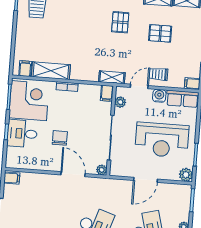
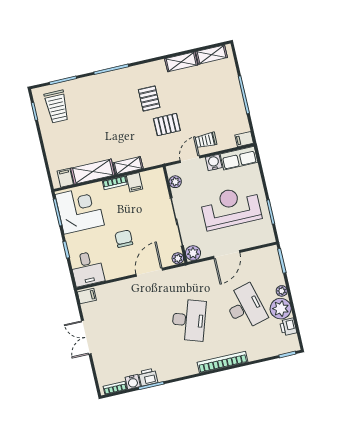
pallet: (160, 33) -> (167, 125), moved
shelving: (112, 77) -> (128, 166), moved
filing cabinet: (107, 93) -> (134, 182), moved
desk: (22, 134) -> (87, 269), moved, turned -90
reception desk: (162, 140) -> (231, 208), turned 180
door: (73, 174) -> (149, 272), hinge flipped
plant: (186, 175) -> (193, 253), moved

